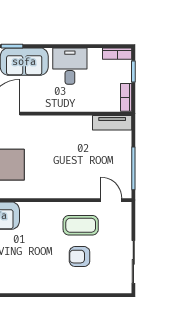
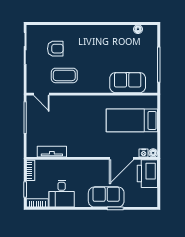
desk: (70, 66) -> (62, 194), moved
tv unit: (112, 123) -> (52, 152), moved
armchair: (80, 257) -> (55, 49), moved

